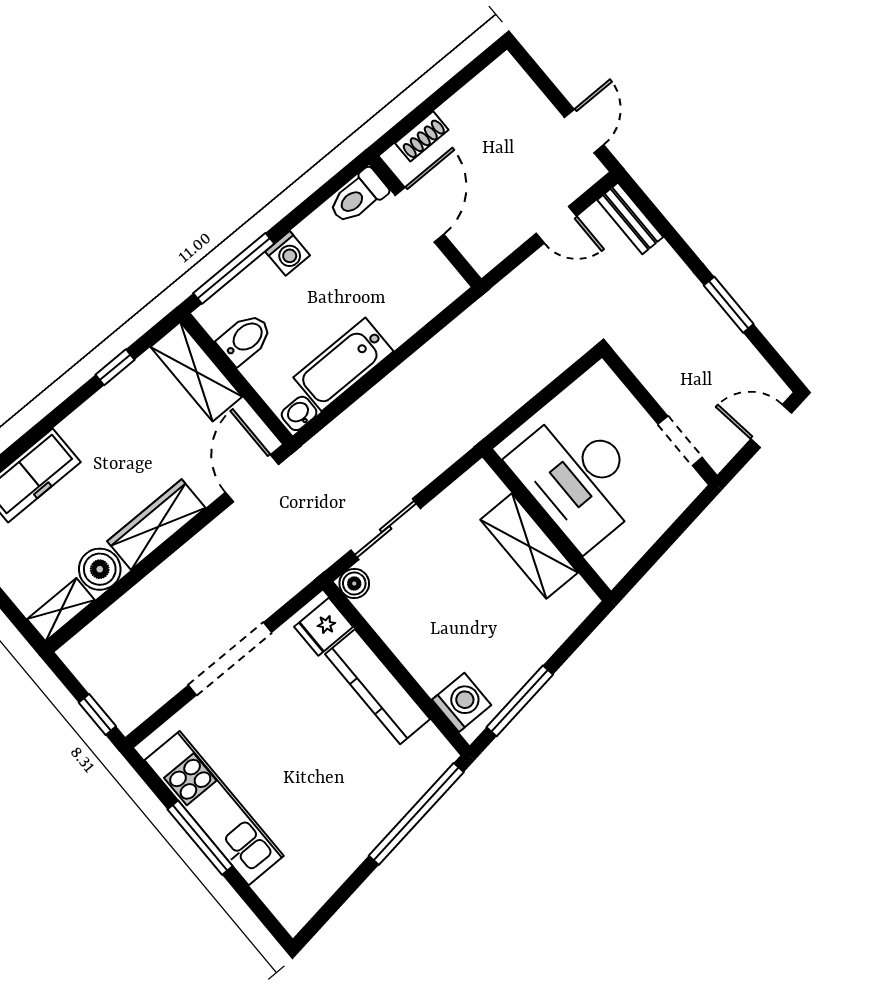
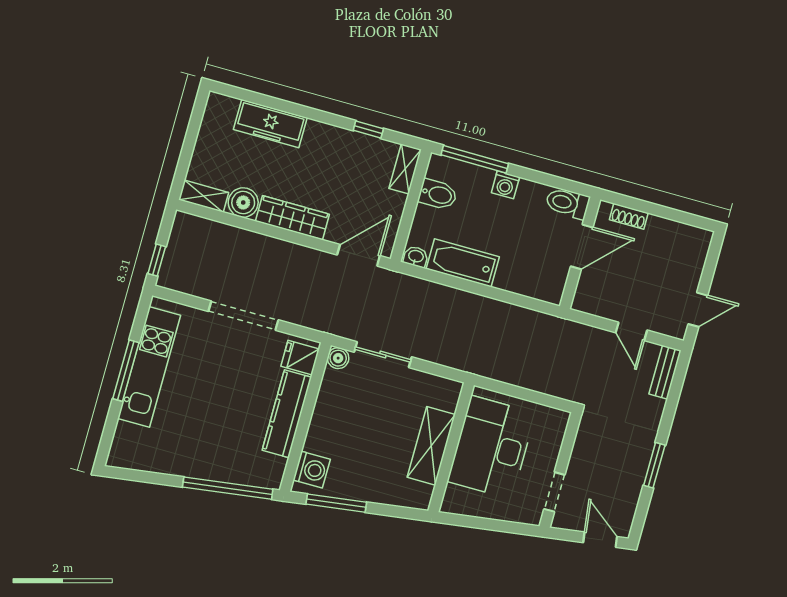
shelving: (196, 372) -> (405, 169), width x0.67, depth x0.75

